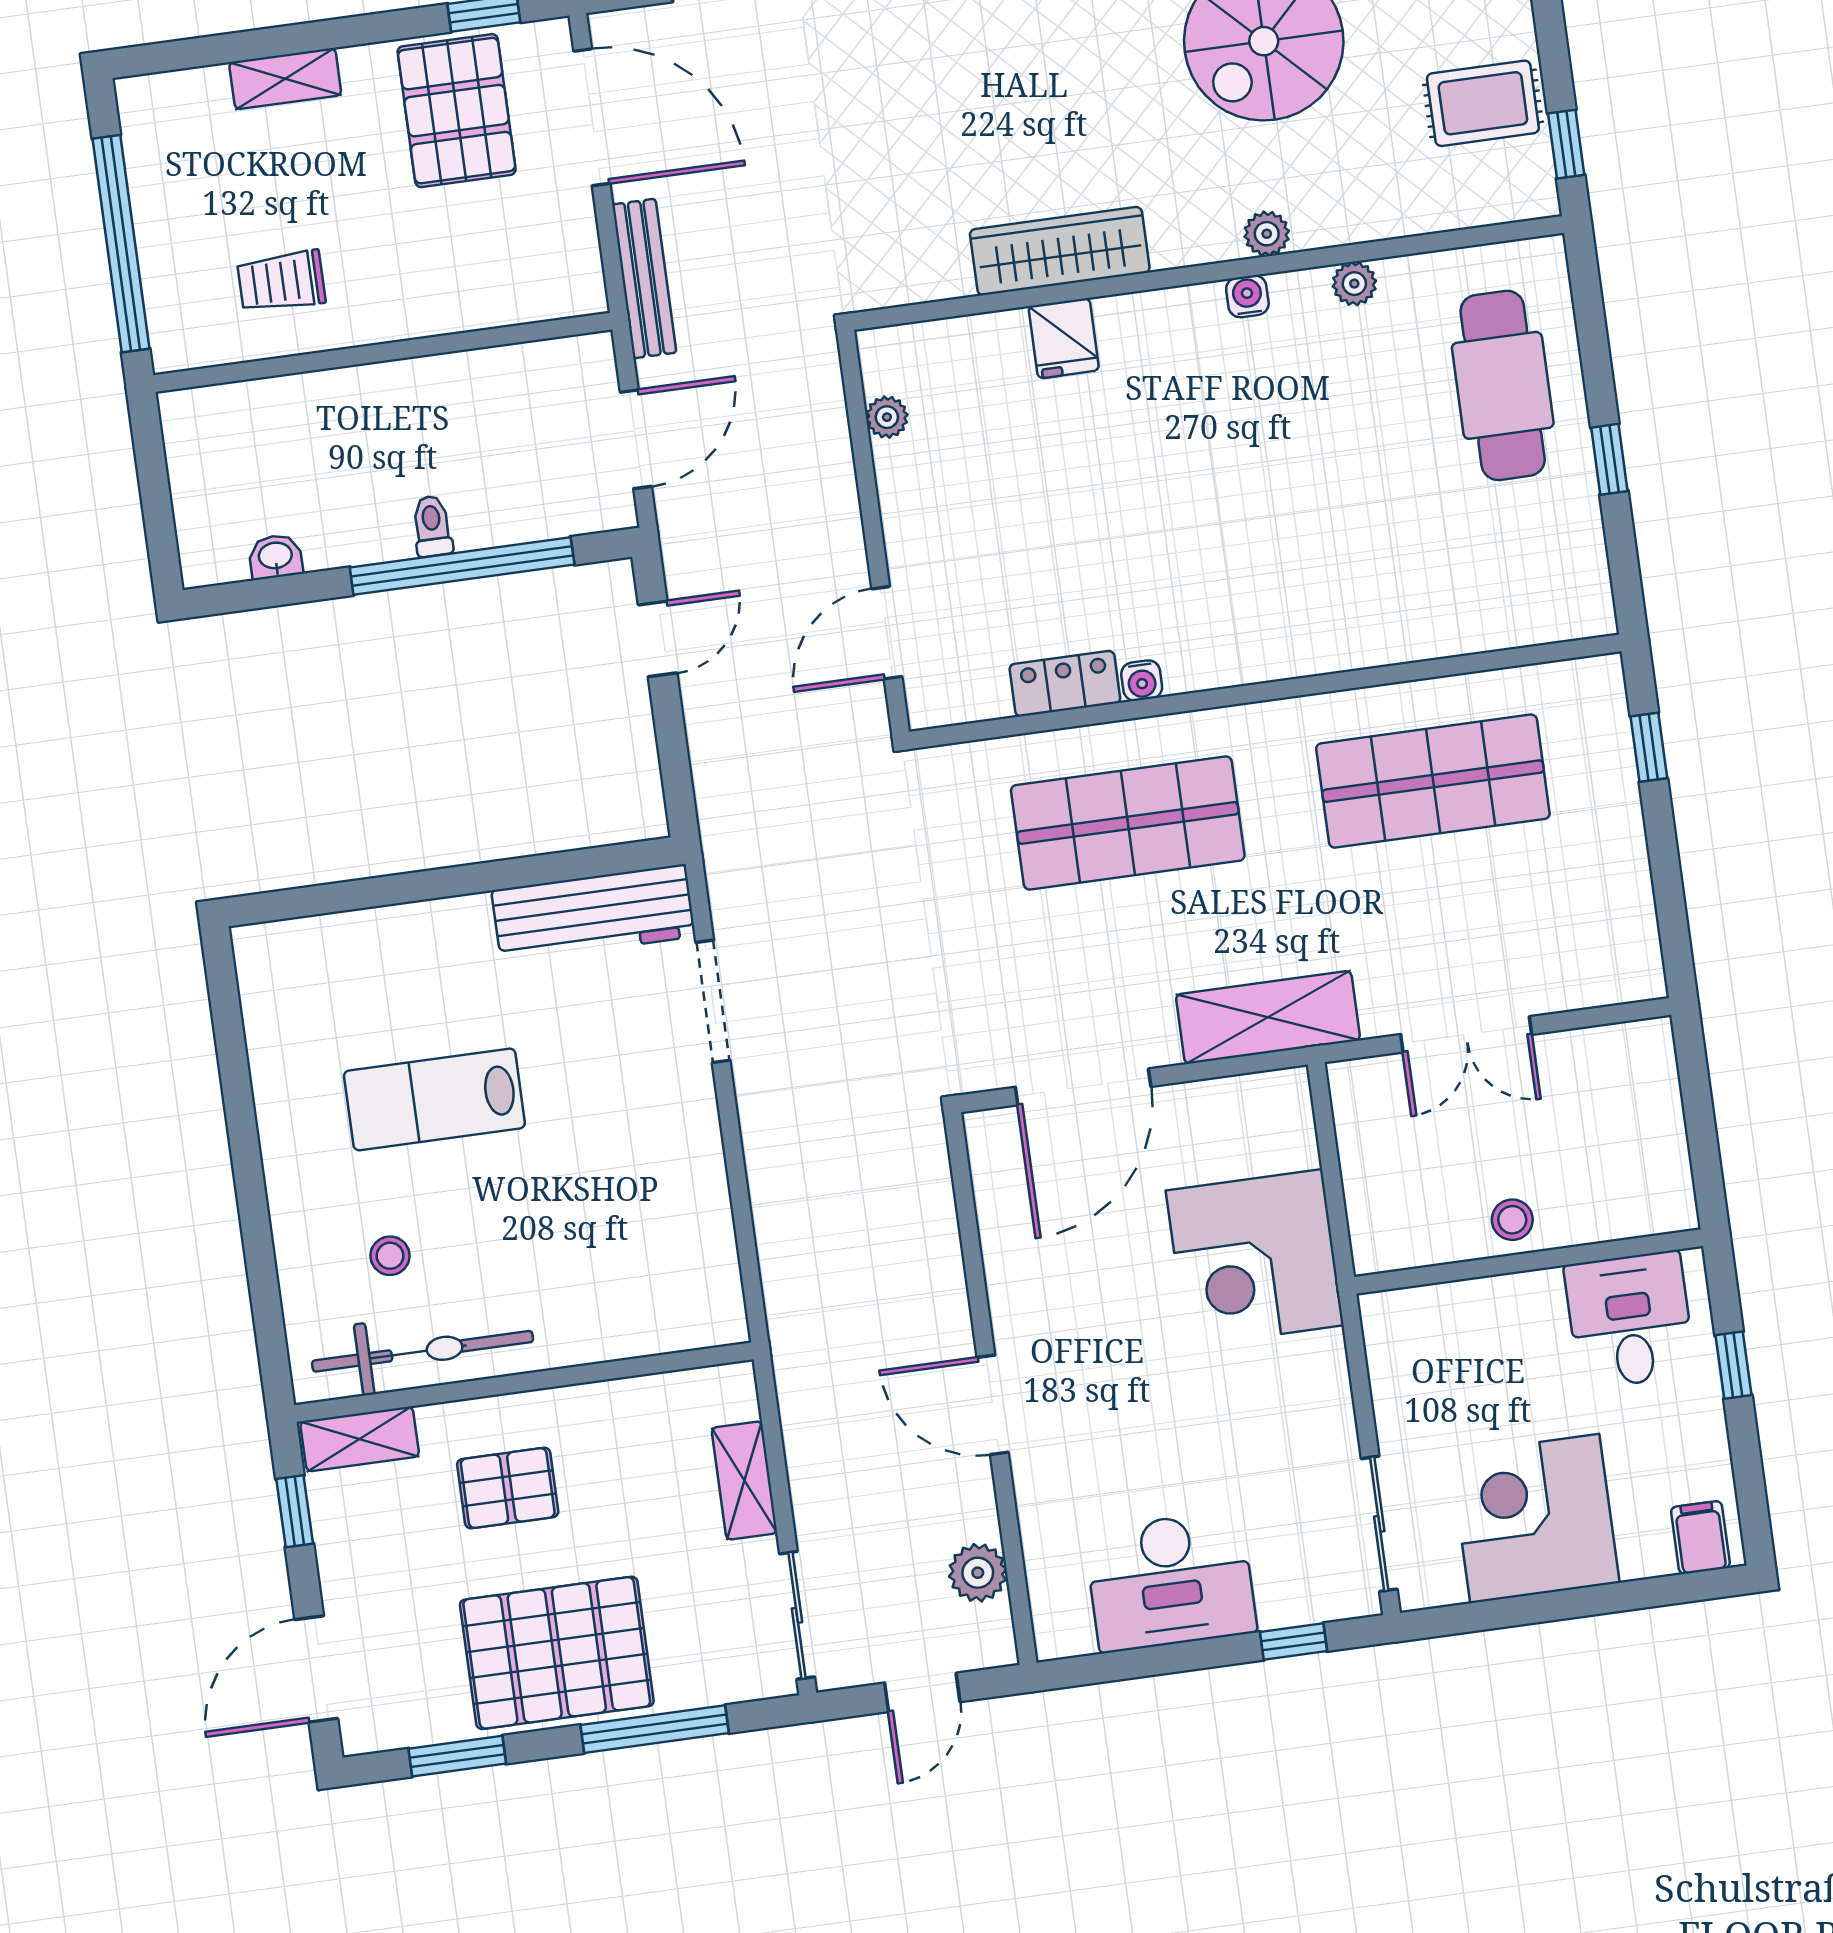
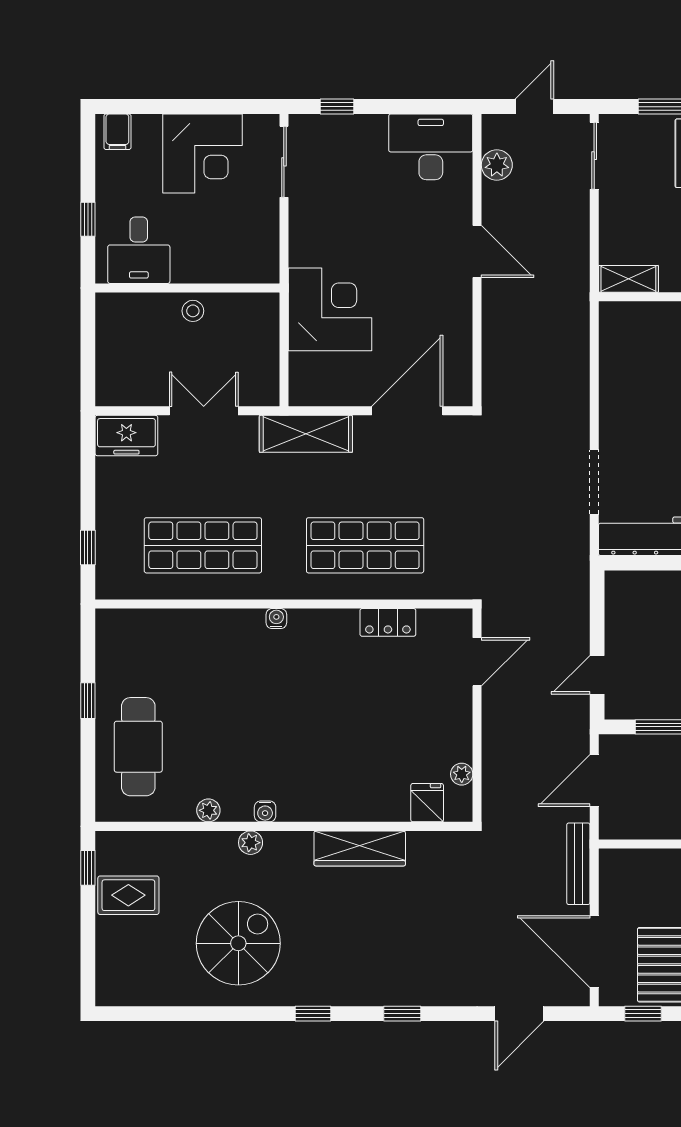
fridge: (1064, 338) -> (427, 803), moved
water cooler: (1142, 681) -> (276, 619), moved
freezer: (1605, 968) -> (126, 436), added
shelving: (744, 1481) -> (628, 279), moved, turned 90
desk: (1171, 1581) -> (431, 147), moved

